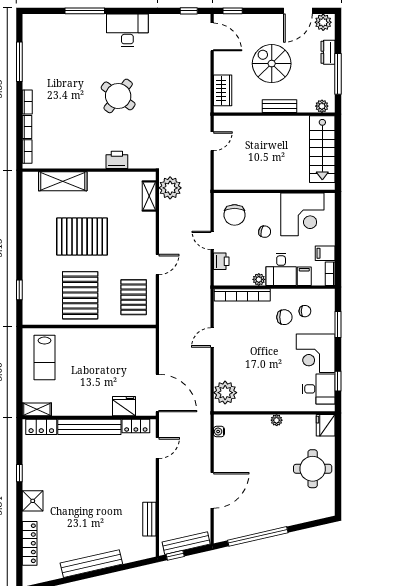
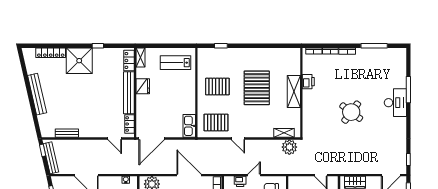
desk: (127, 30) -> (395, 103), moved
printer: (117, 160) -> (308, 82), moved
shelving: (63, 181) -> (294, 92), moved
pallet: (80, 295) -> (217, 87), width x0.73, depth x0.71
kitchen sink: (139, 337) -> (189, 126), added
door: (212, 338) -> (189, 175), width x1.88
fridge: (124, 406) -> (143, 86), moved
shower: (33, 501) -> (79, 61), width x1.86, depth x1.86

